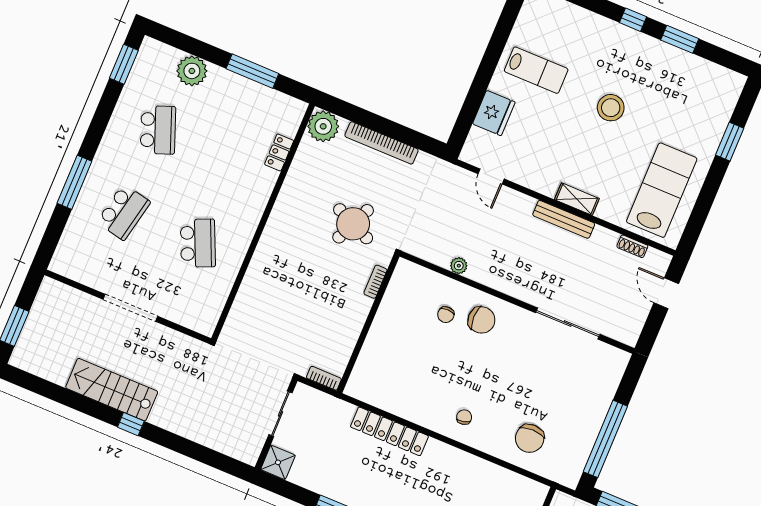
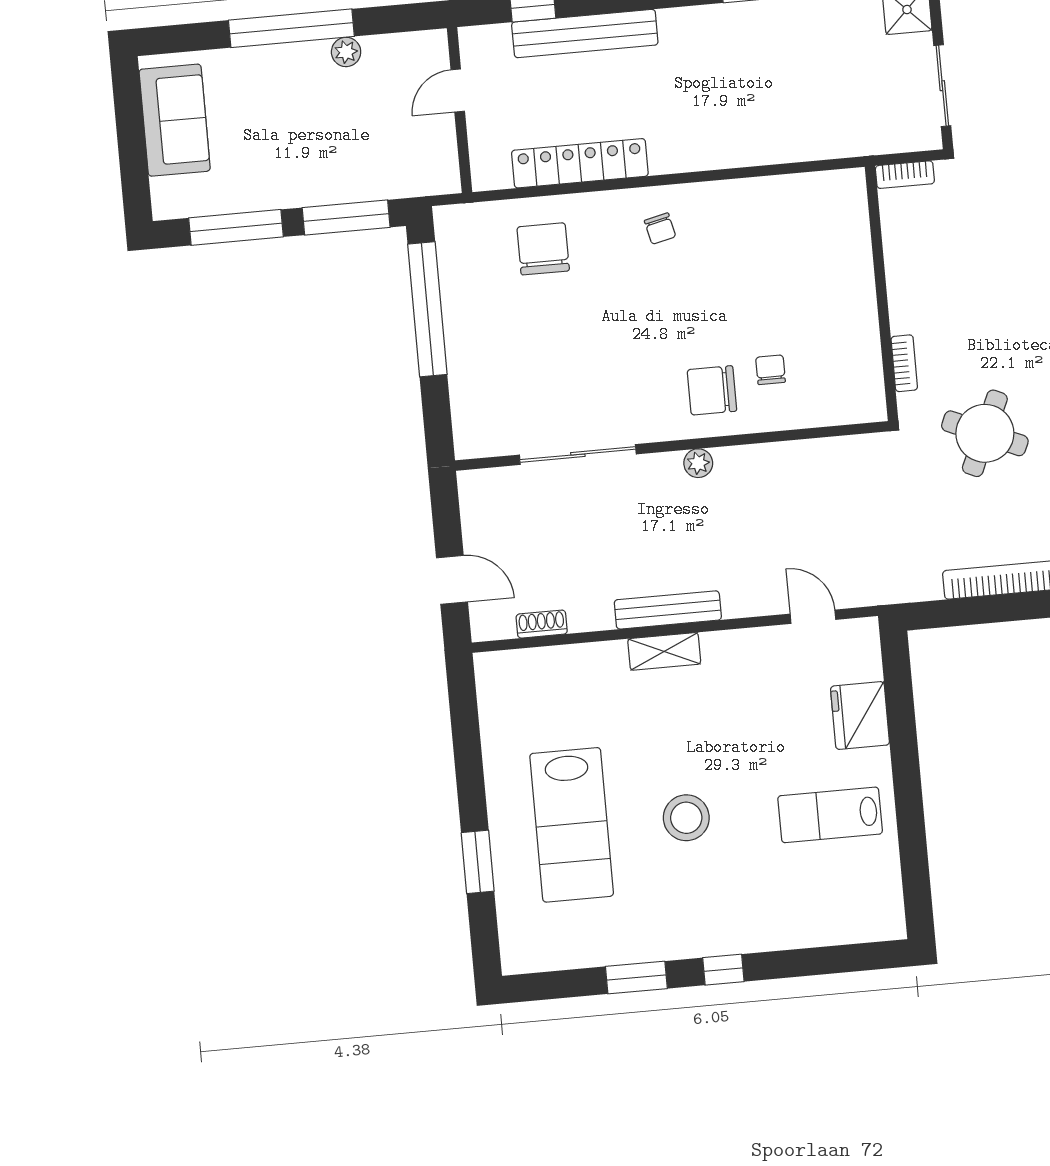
lab bench: (662, 190) -> (572, 825), moved
plant: (459, 266) -> (698, 463), moved
locker: (389, 431) -> (580, 163), moved

